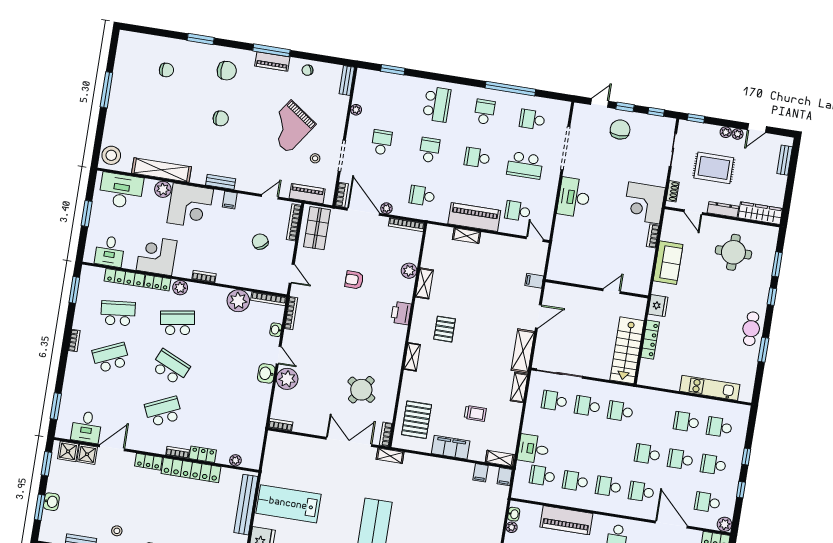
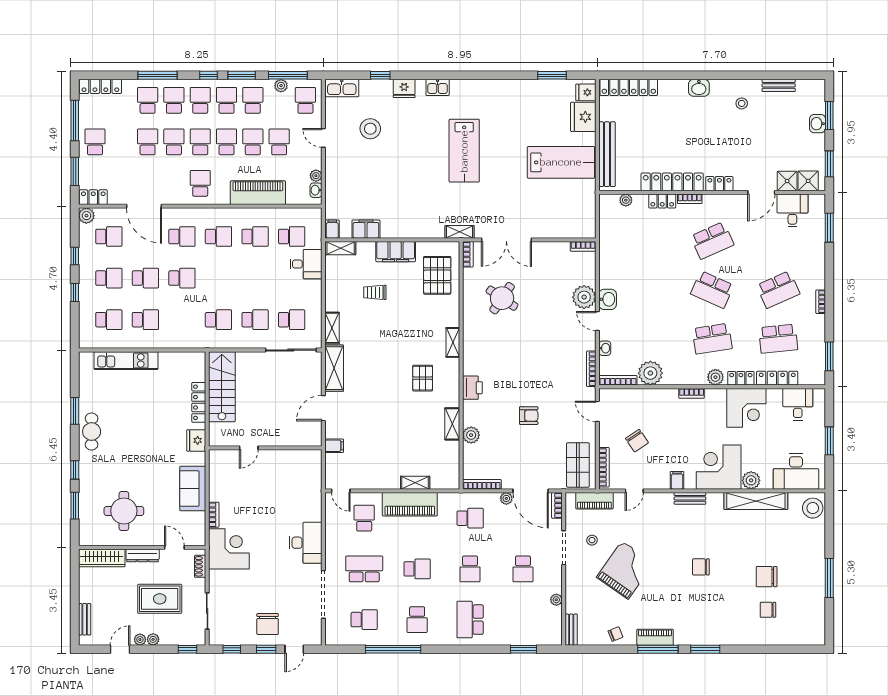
window: (201, 39) -> (705, 649), moved
chair: (227, 71) -> (767, 577), moved
school desk: (518, 211) -> (364, 518), turned -90
filing cabinet: (480, 473) -> (366, 229), width x2.00

